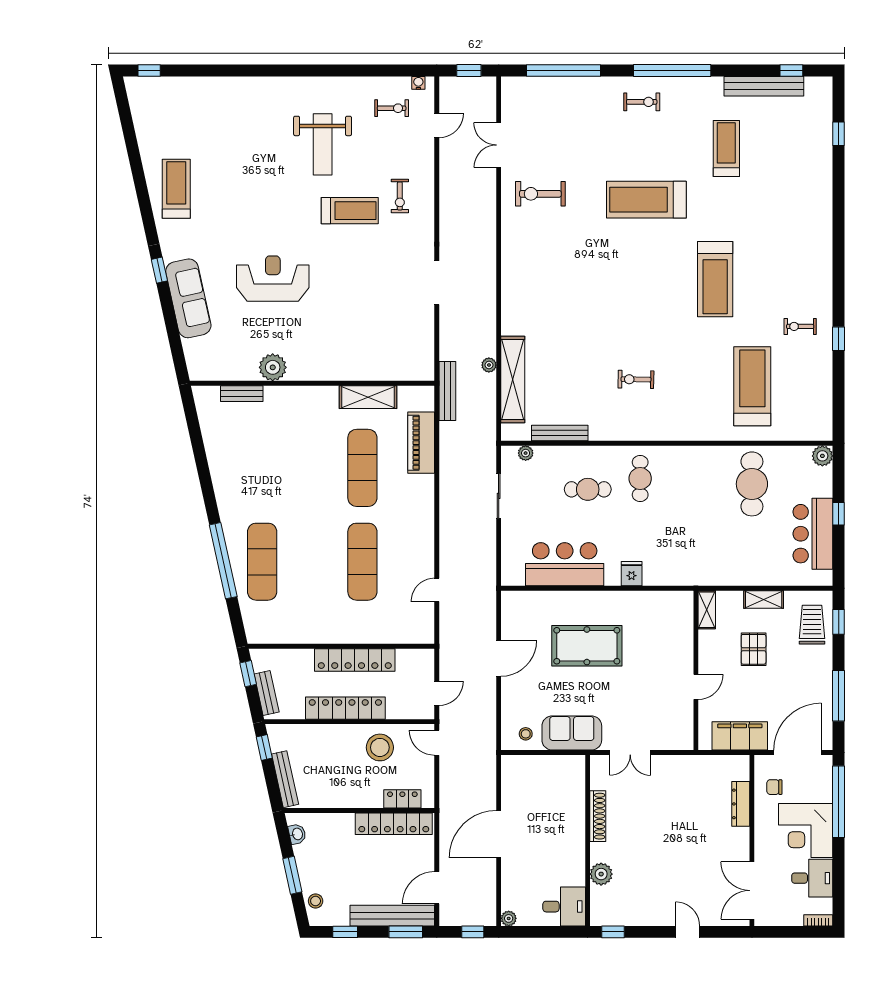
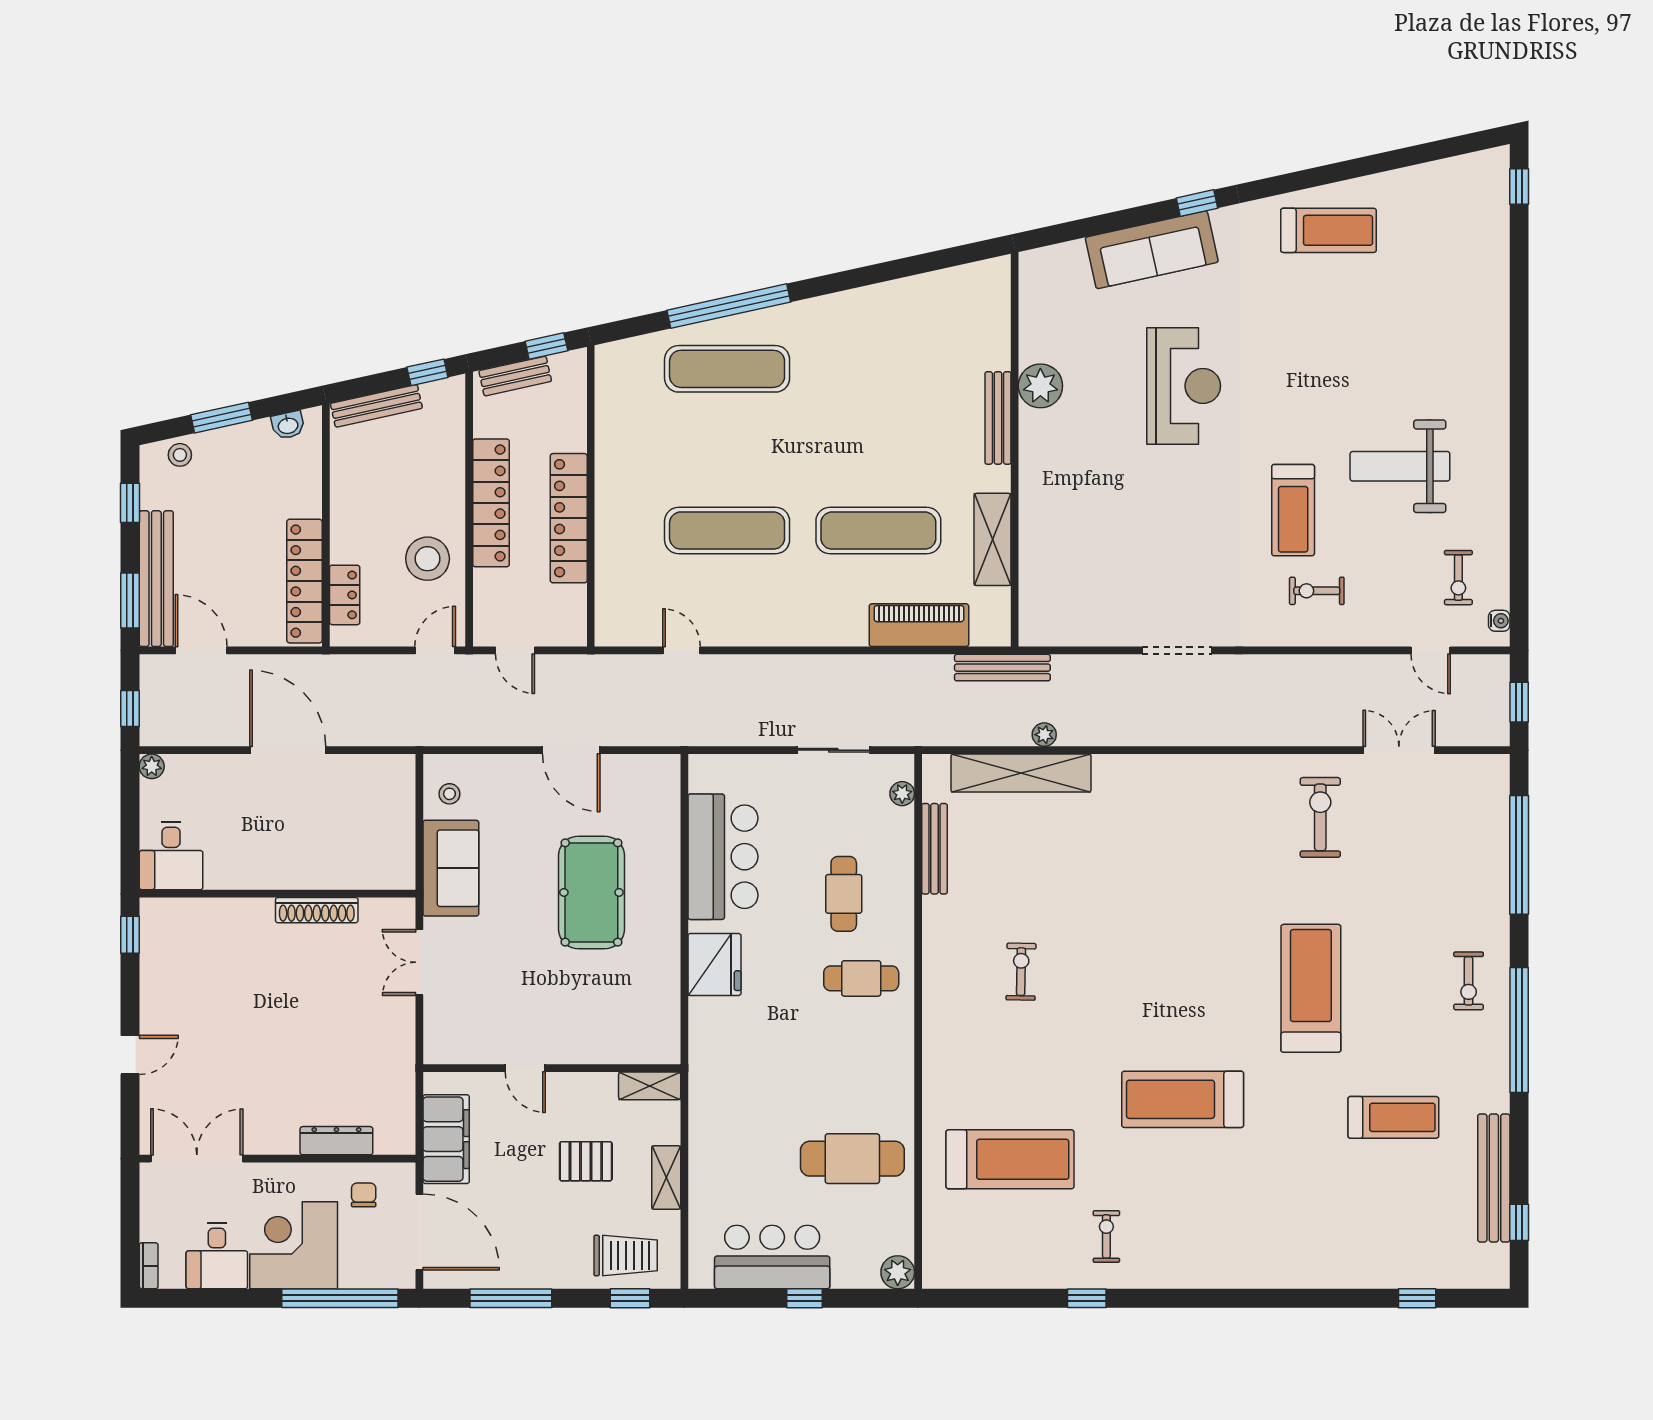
bench: (242, 394) -> (998, 418), moved, width x1.36
fridge: (632, 574) -> (714, 964), width x1.88, depth x1.34
plant: (601, 874) -> (223, 915), removed

